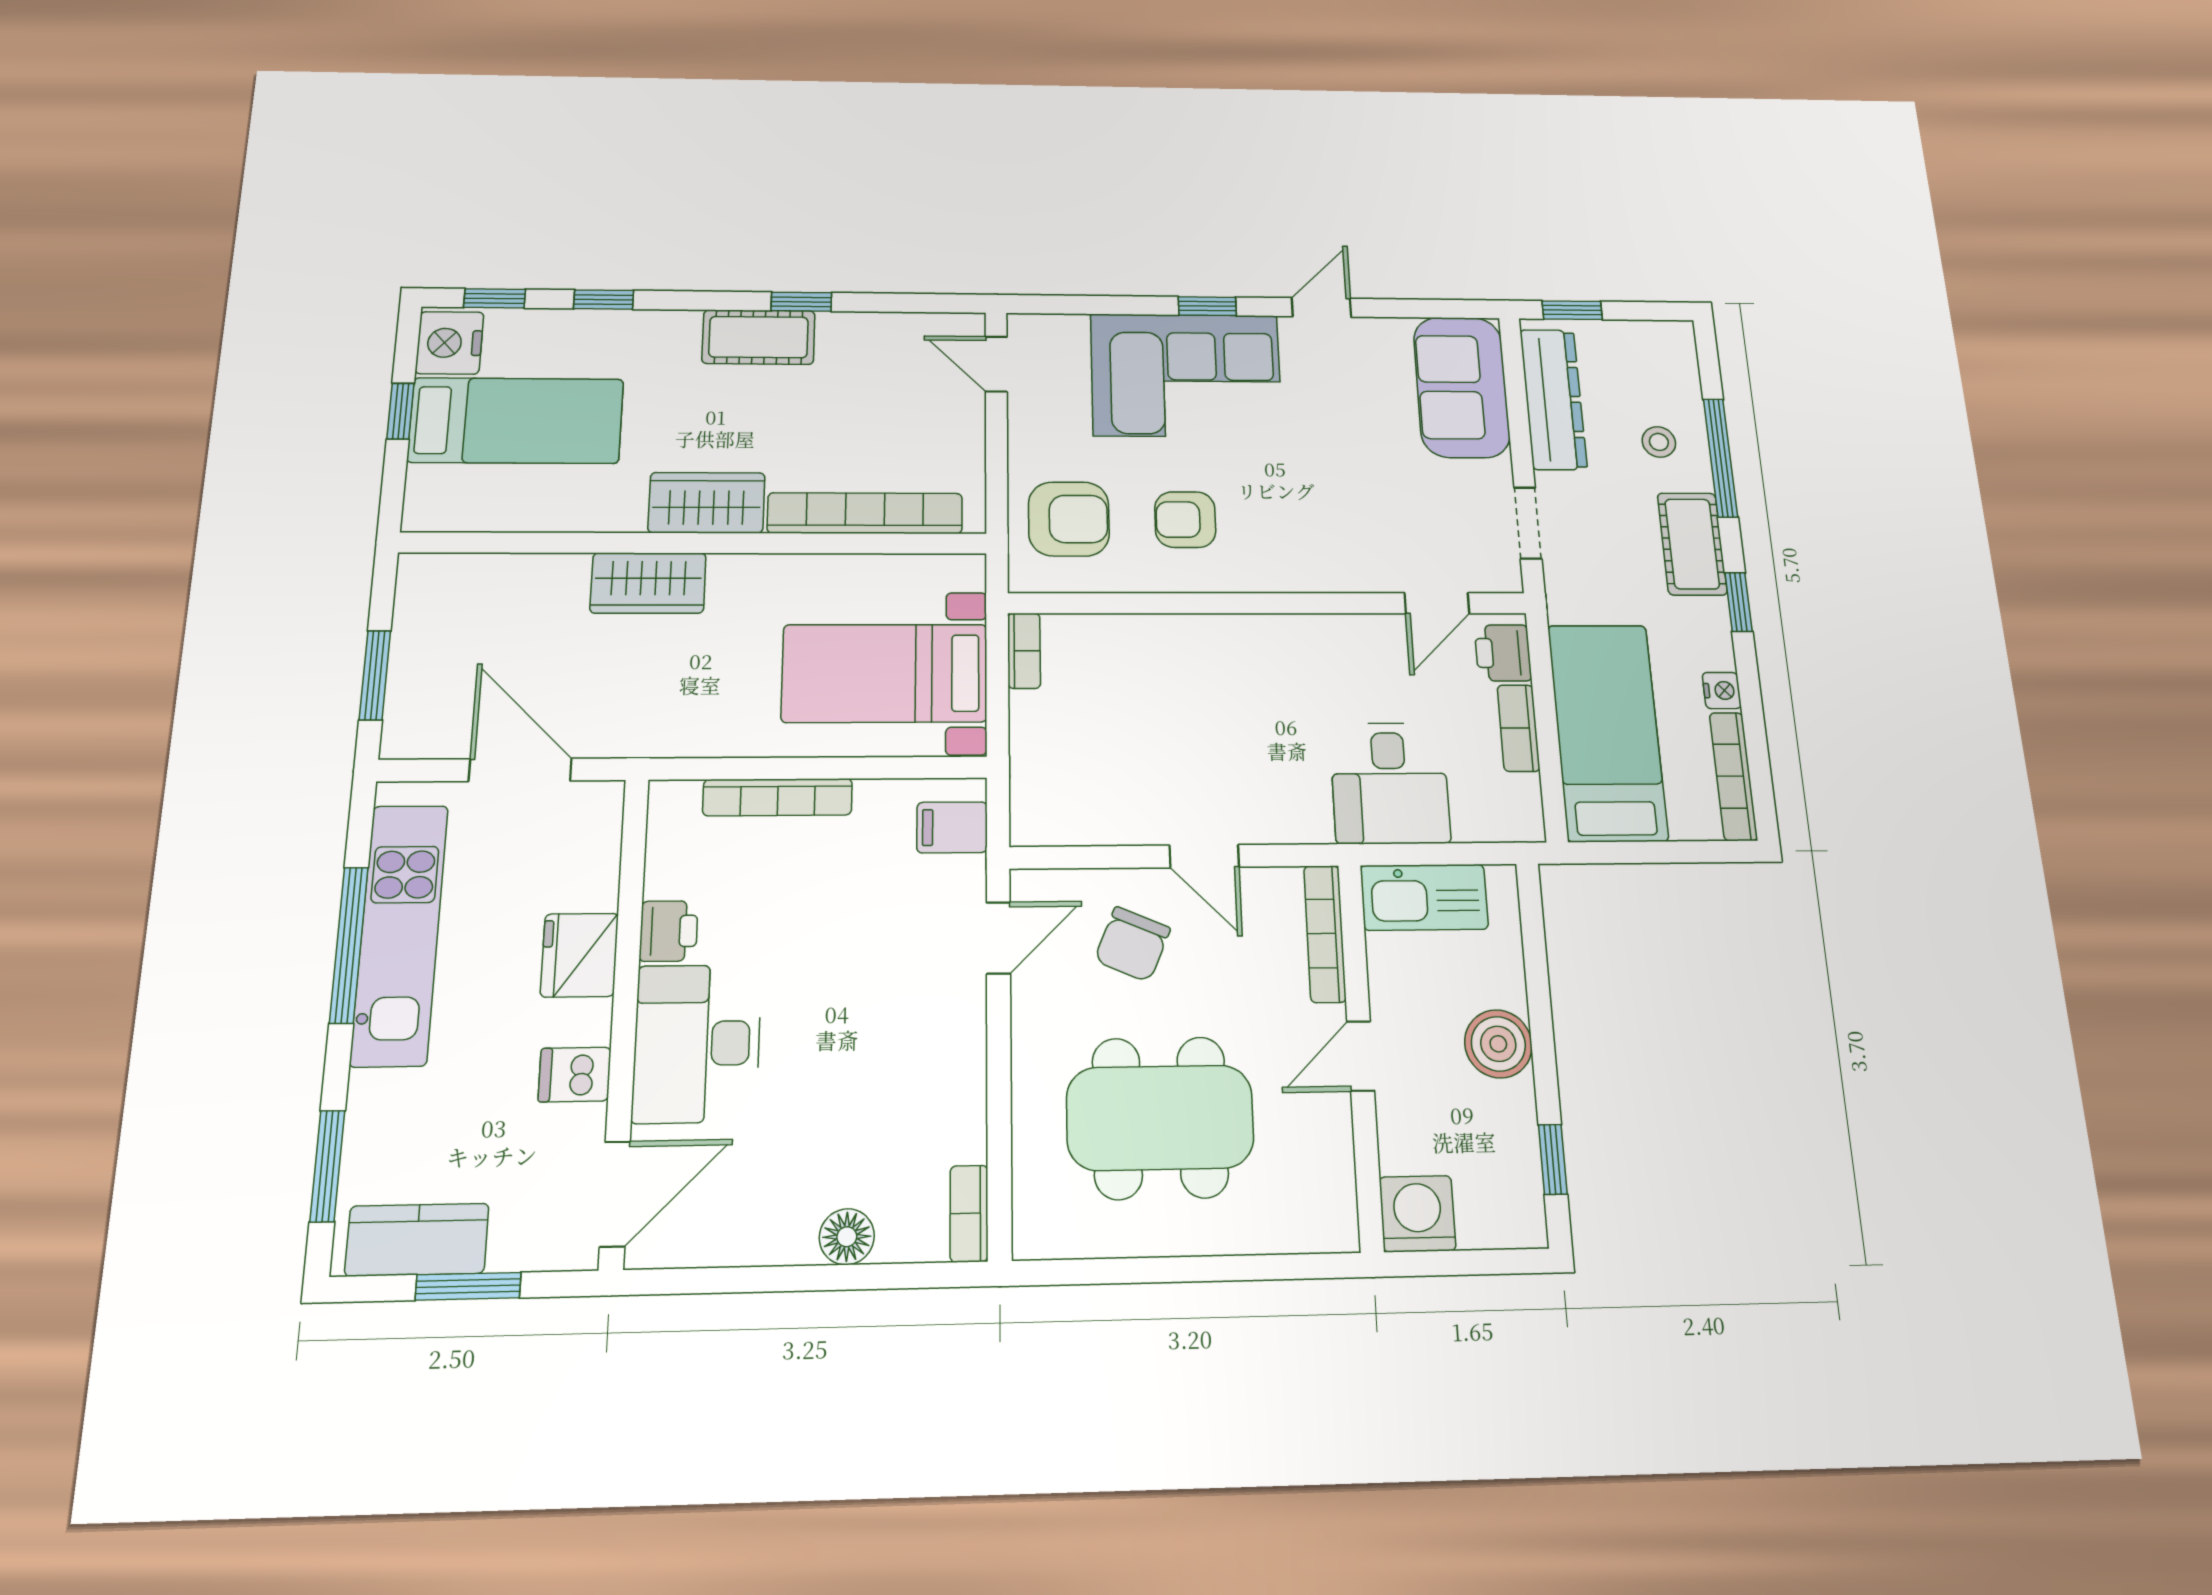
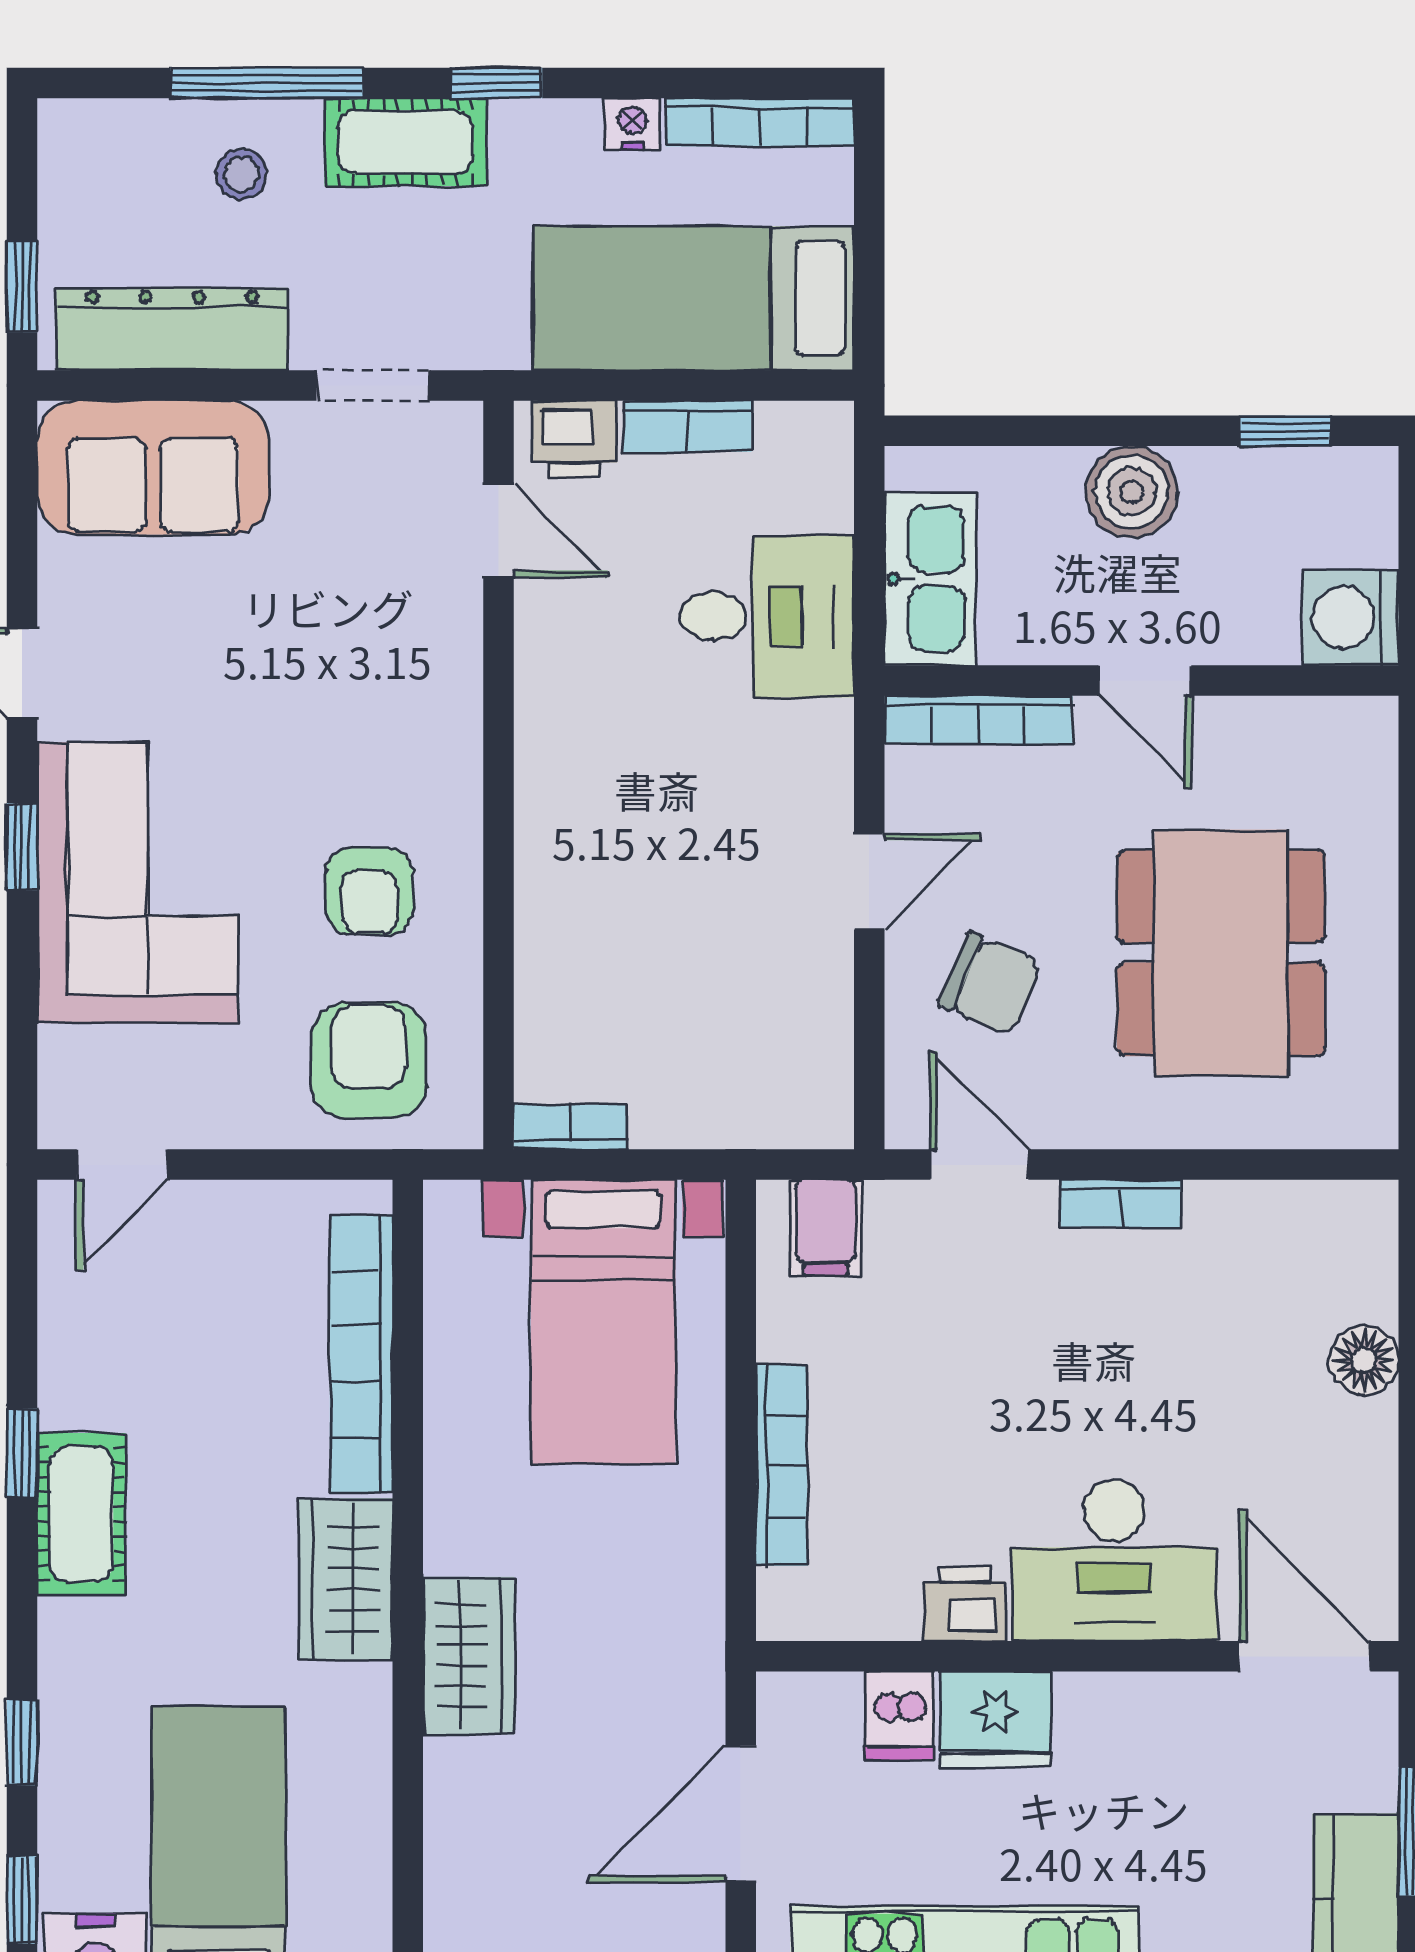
dishwasher: (575, 1075) -> (899, 1716), moved
bookcase: (969, 1213) -> (1121, 1204), moved

